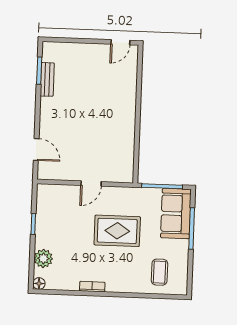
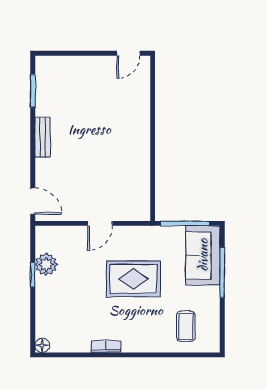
bench: (47, 79) -> (43, 137), moved
door: (36, 149) -> (33, 201), moved
plant: (43, 258) -> (46, 264), moved

